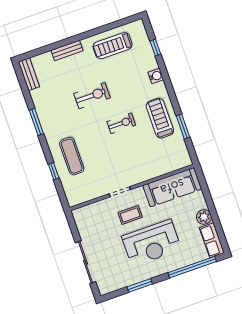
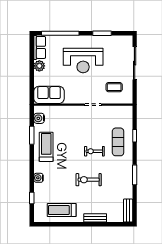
treadmill: (113, 46) -> (62, 210), turned 180
treadmill: (160, 118) -> (46, 147), turned 180
exercise bike: (121, 123) -> (94, 151), moved
water cooler: (181, 151) -> (39, 118), added
sofa: (172, 187) -> (49, 95), width x0.73
coffee table: (130, 215) -> (114, 87), moved
reception desk: (151, 243) -> (83, 60), turned 180

